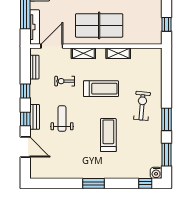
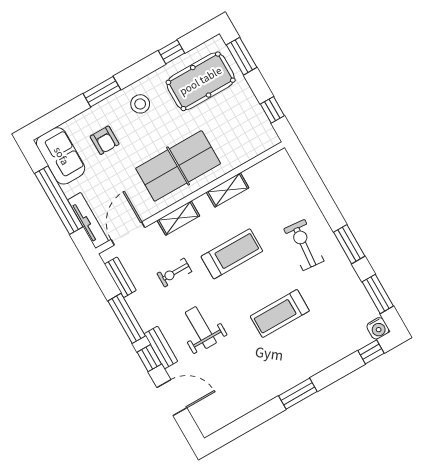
window: (25, 91) -> (127, 318), width x2.17
treadmill: (108, 135) -> (280, 314), turned -90

